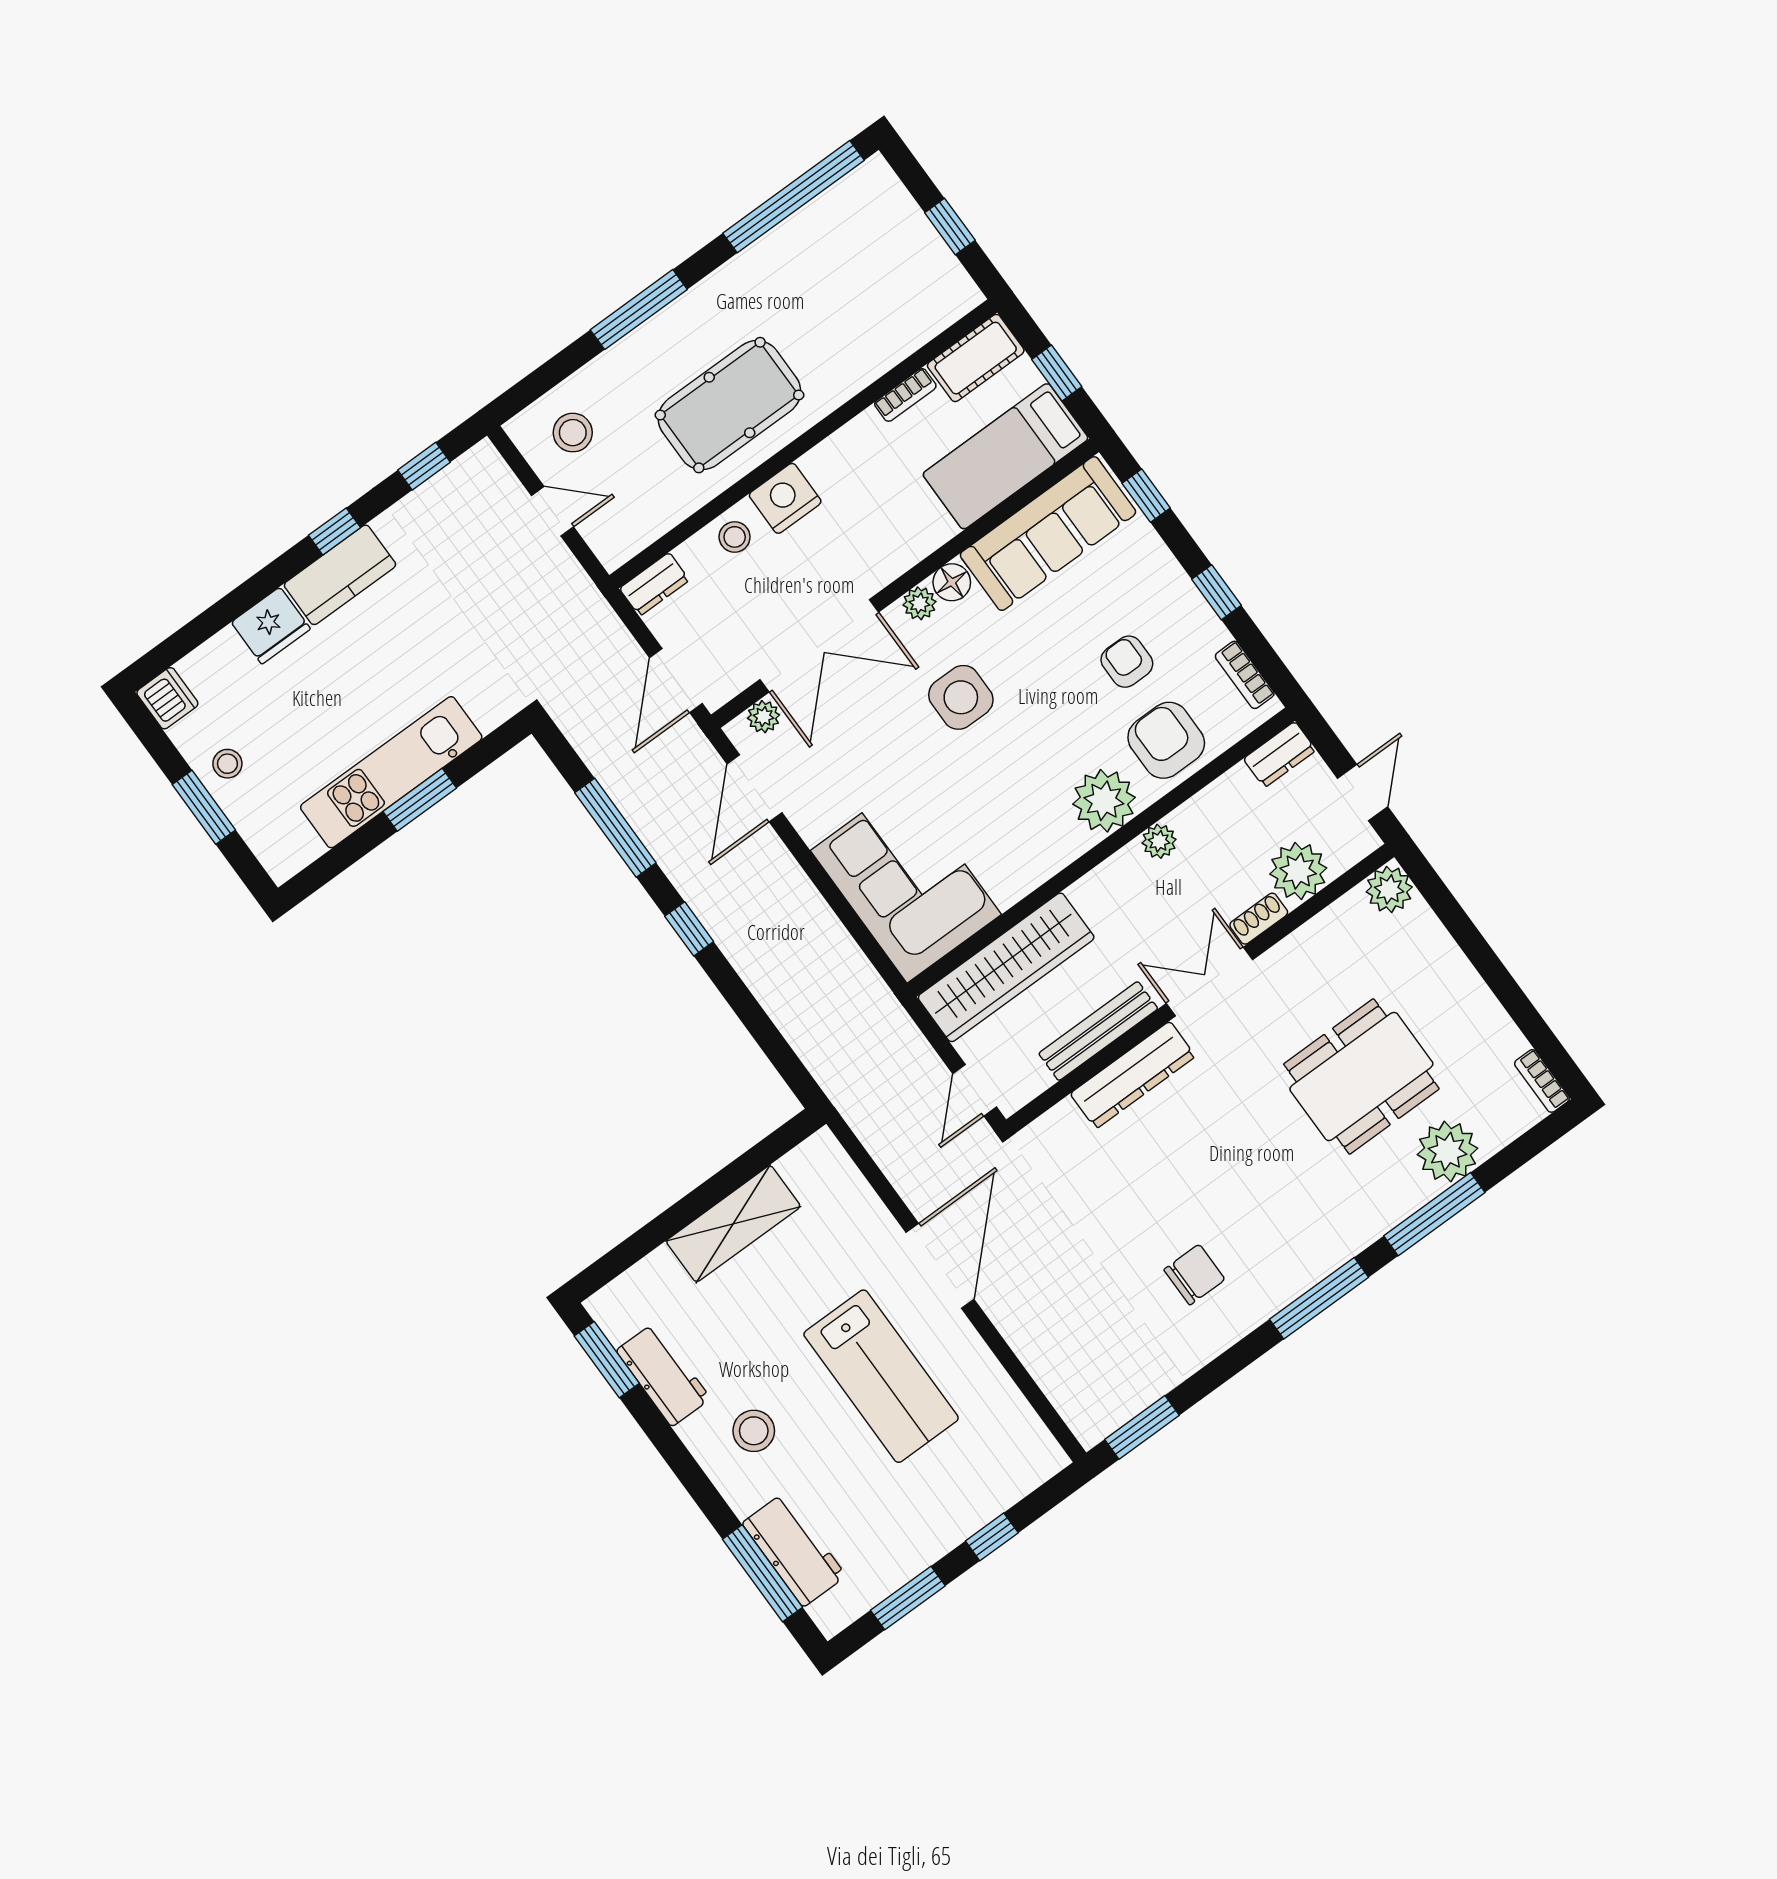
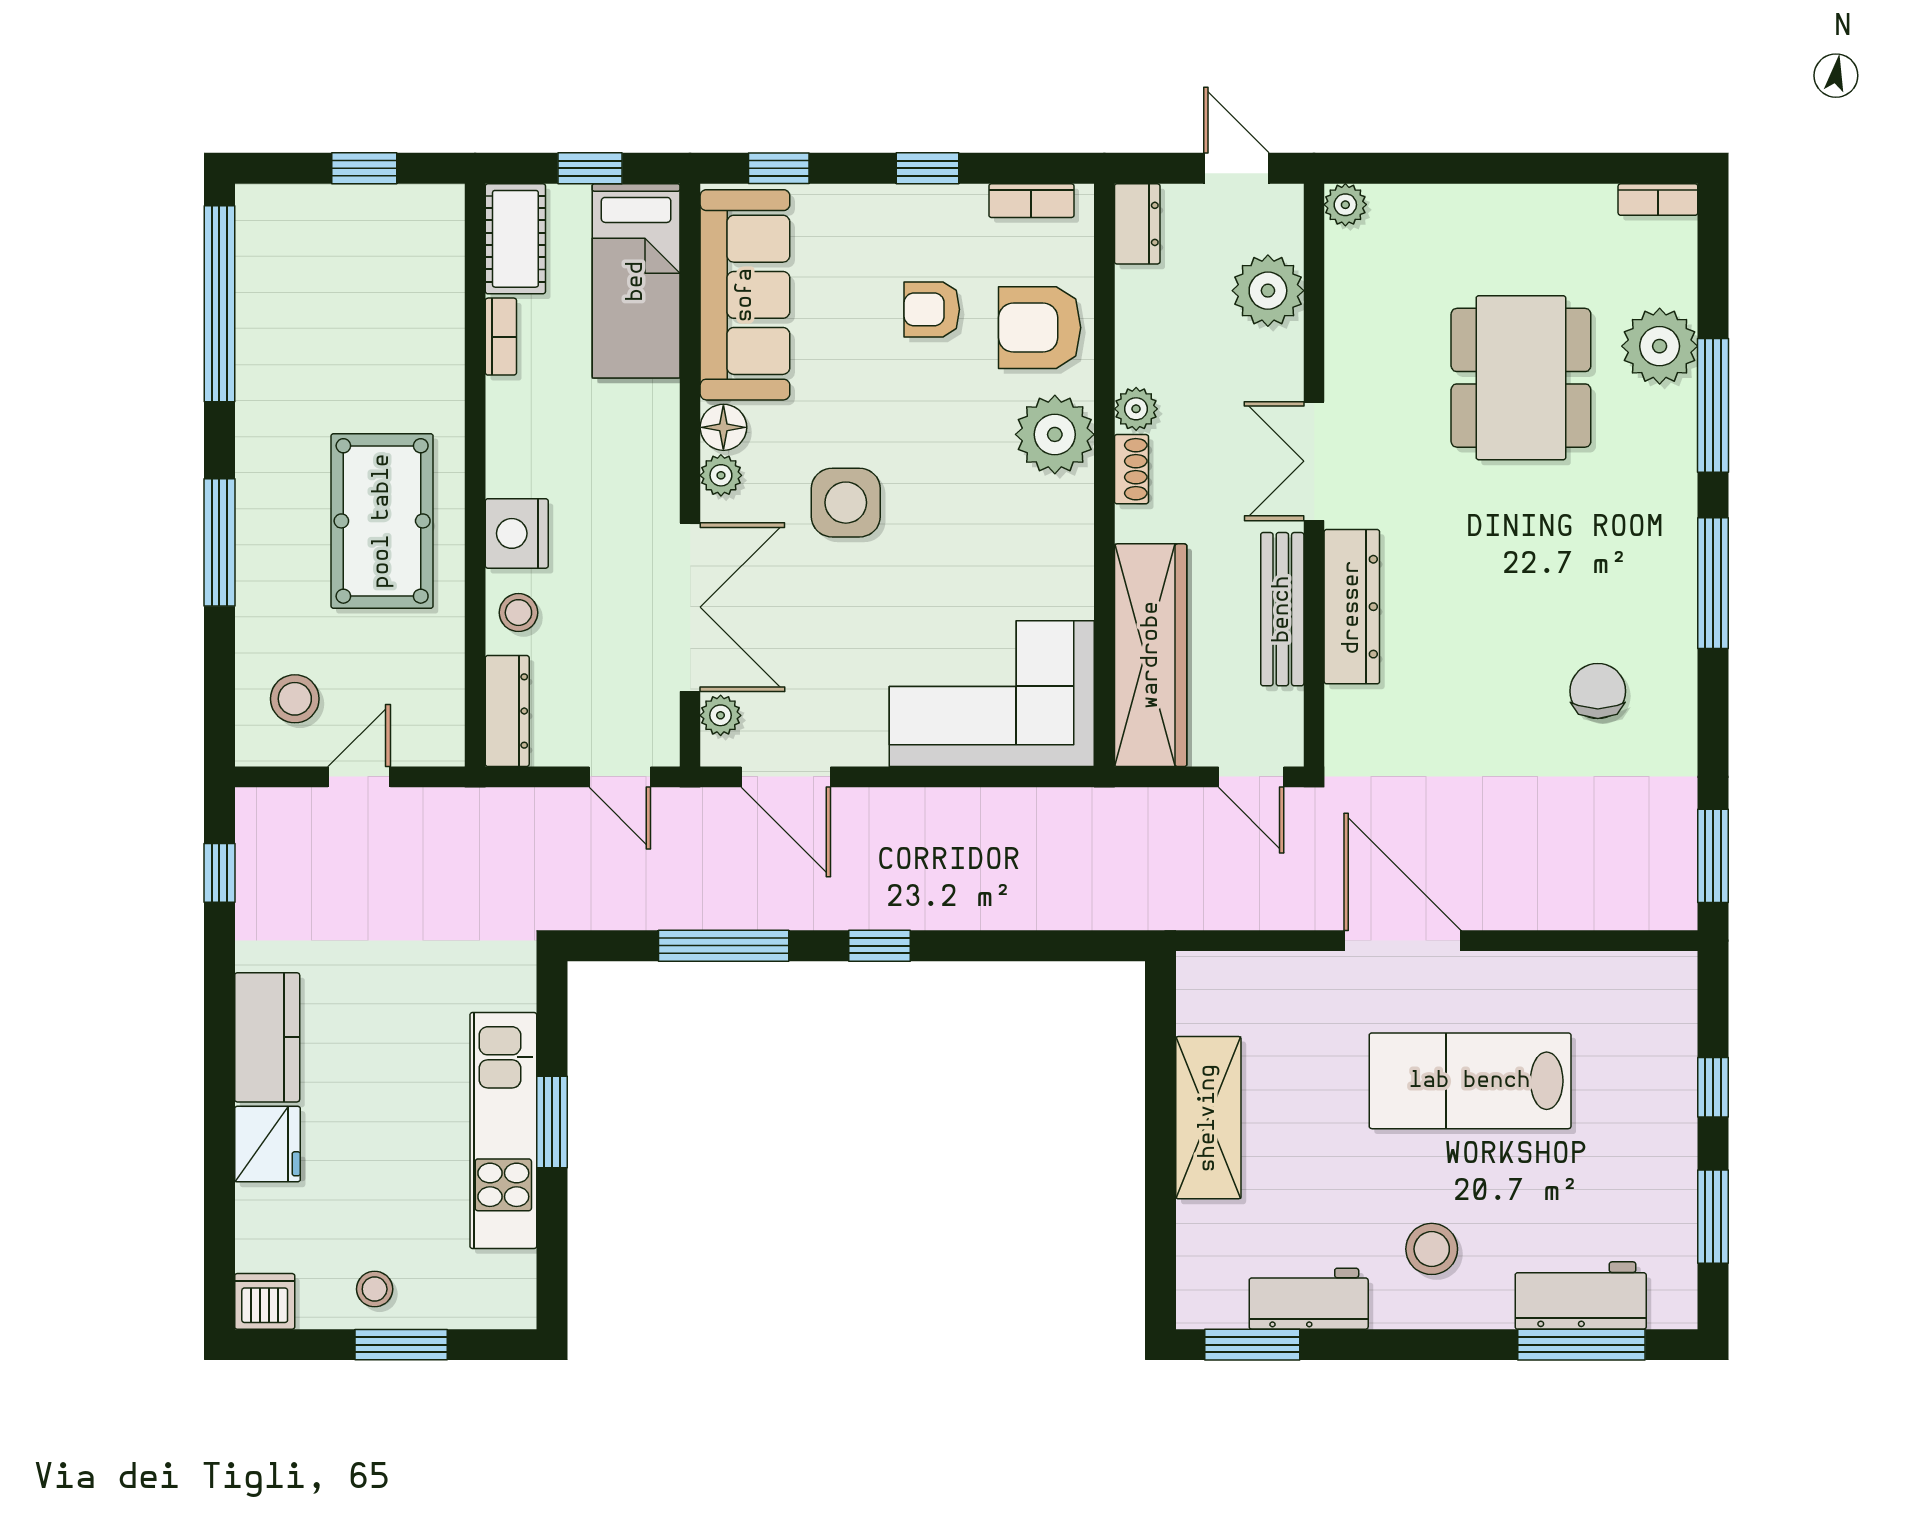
window: (334, 531) -> (219, 1011), removed
dresser: (654, 584) -> (507, 711), width x1.44
door: (676, 681) -> (620, 777), width x0.73
plant: (1389, 889) -> (1345, 205), width x0.73, depth x0.73
shoe rack: (1259, 919) -> (1131, 469), moved, turned 180
lab bench: (881, 1376) -> (1470, 1081), turned 180

